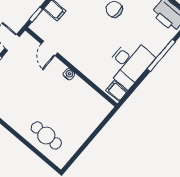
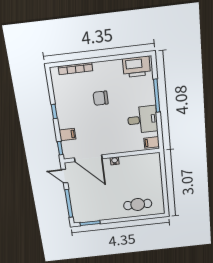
door: (49, 48) -> (88, 158), width x1.87
desk: (129, 63) -> (143, 120), width x0.73

